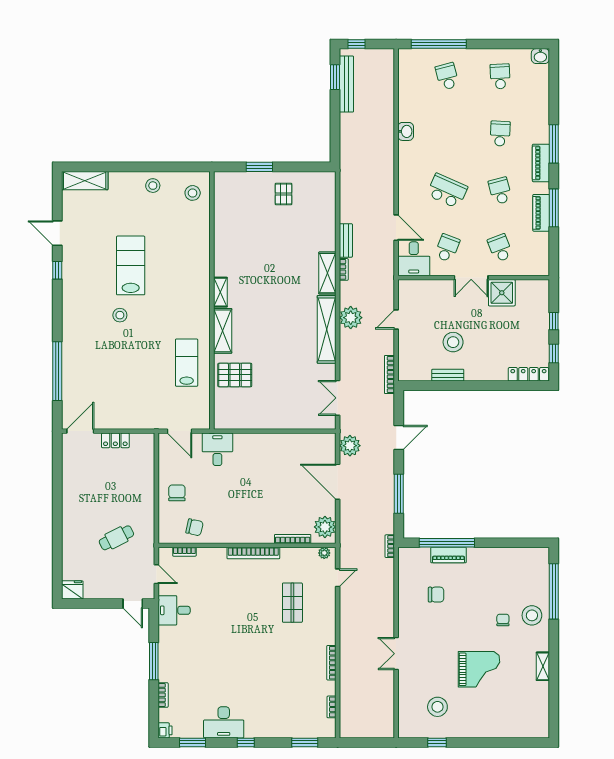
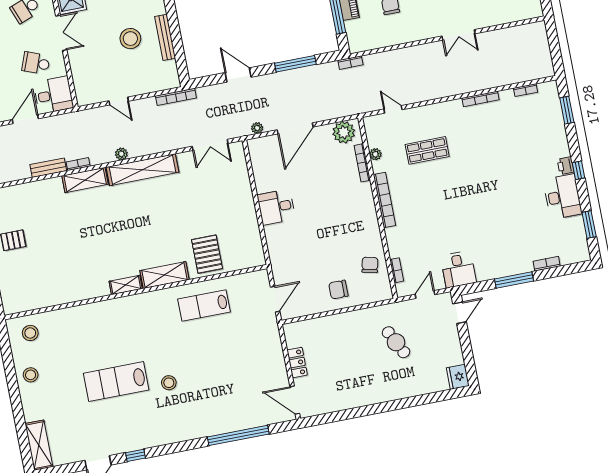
plant: (351, 318) -> (121, 154), width x0.53, depth x0.53
bench: (448, 375) -> (165, 37), width x1.36
plant: (350, 446) -> (257, 128), width x0.53, depth x0.53
desk: (217, 449) -> (276, 207), moved
plant: (324, 553) -> (375, 154), moved
printer: (165, 730) -> (566, 166), moved, turned -90

